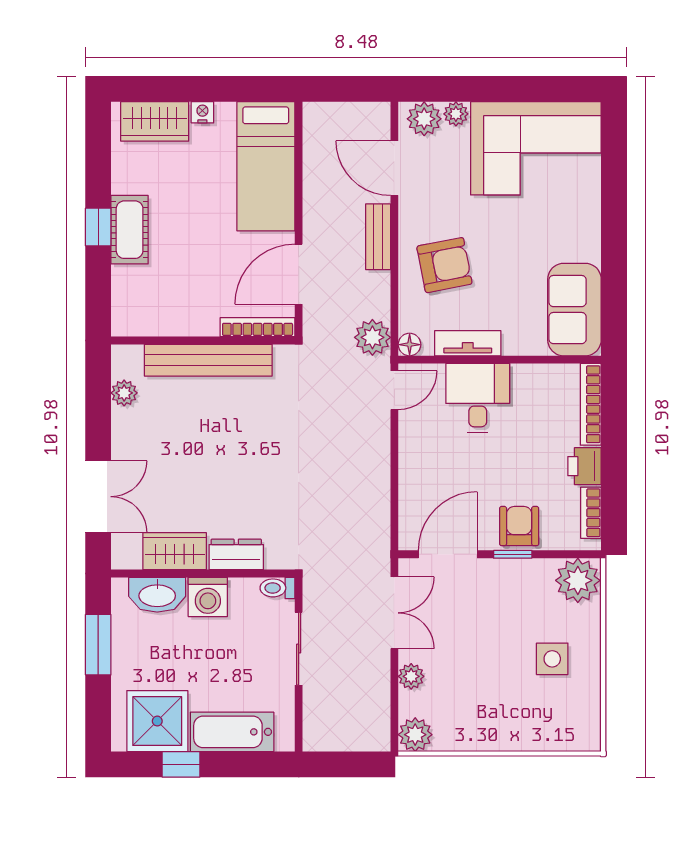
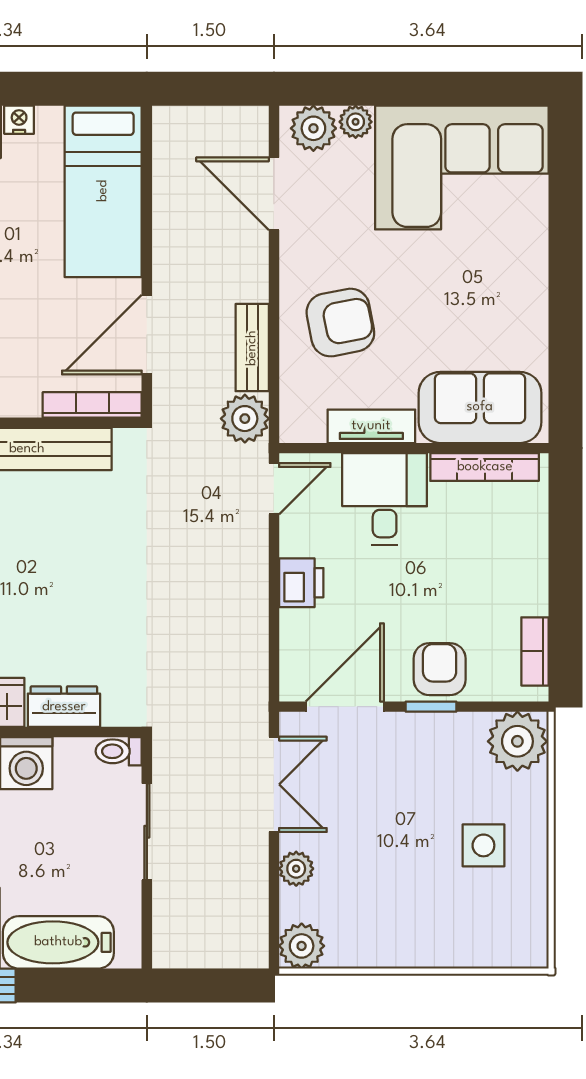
bench: (378, 237) -> (252, 348), moved
sofa: (574, 310) -> (480, 407), moved, turned 90
floor lamp: (410, 345) -> (294, 428), removed
bookcase: (591, 404) -> (485, 467), moved, turned -90
printer: (584, 466) -> (301, 583), moved, turned 180

